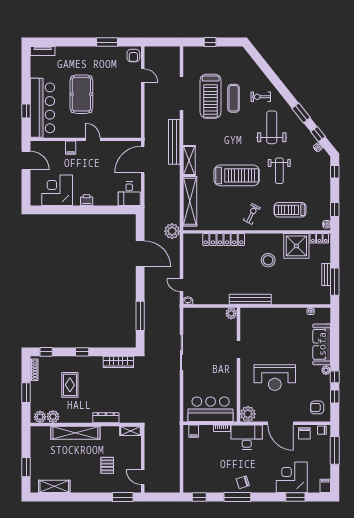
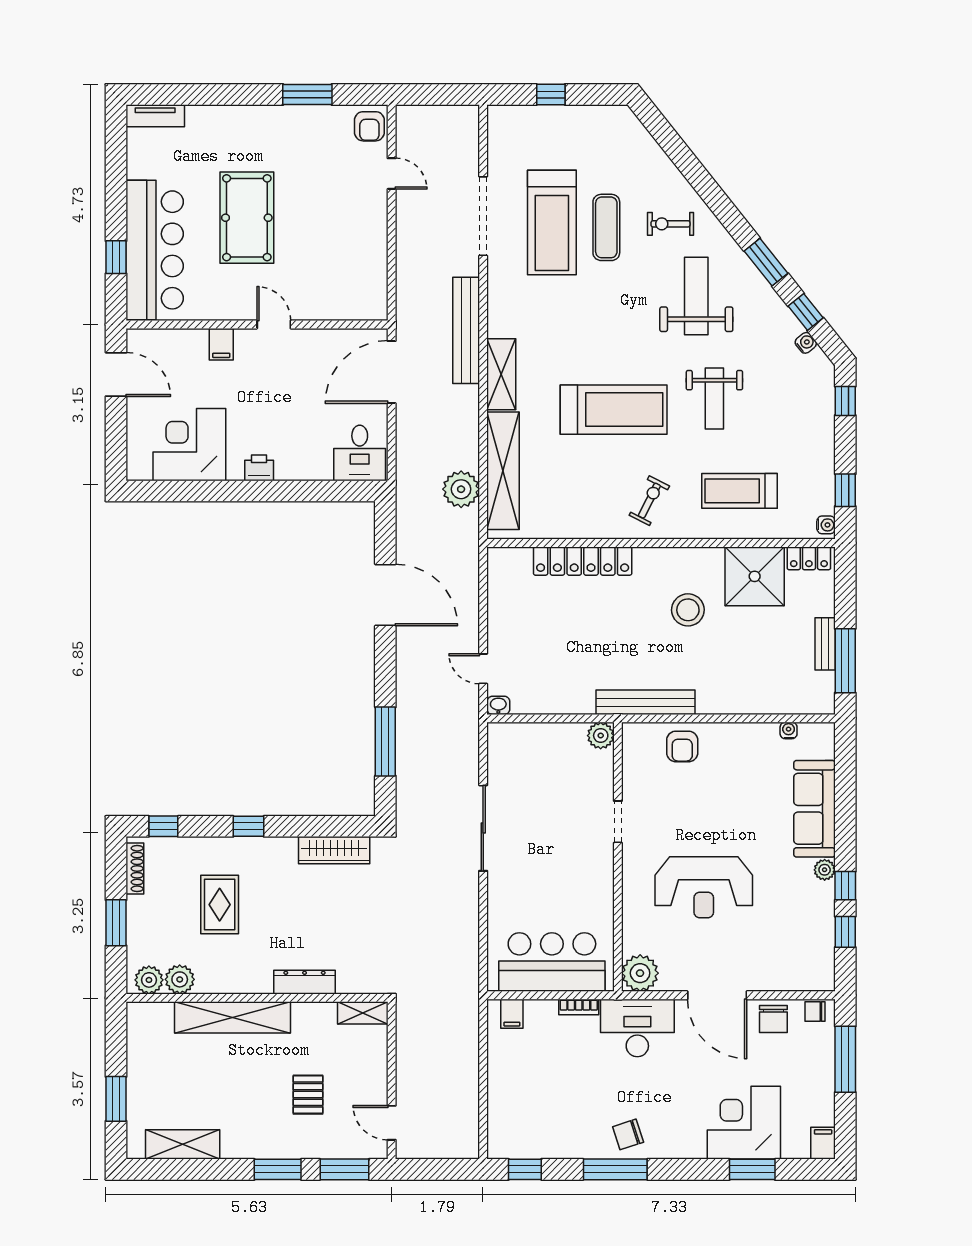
plant: (172, 231) -> (461, 489), moved
armchair: (317, 407) -> (682, 746), moved, turned -90
window: (94, 497) -> (278, 1169), added

